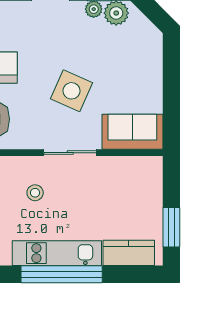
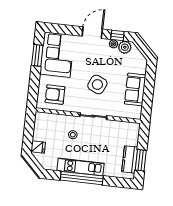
sofa: (132, 132) -> (135, 89), moved, turned -90
kitchen counter: (129, 253) -> (130, 159), moved, turned -90

